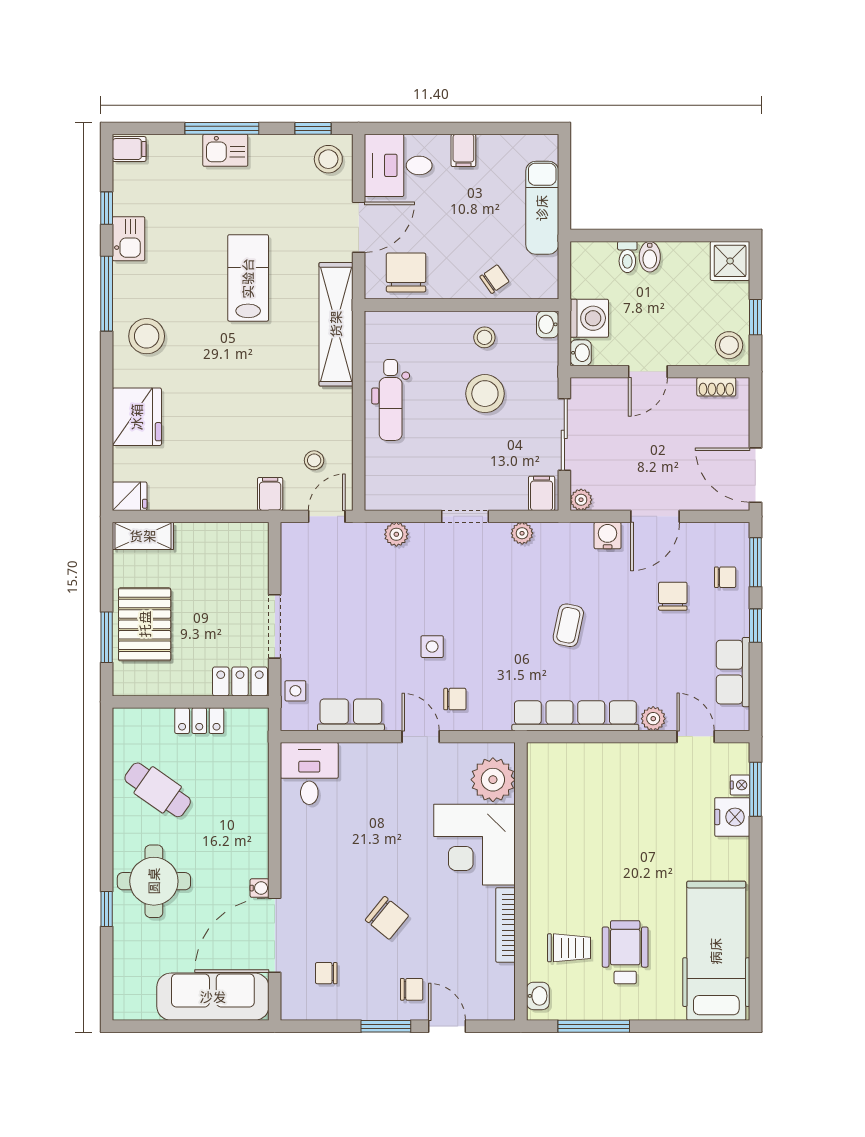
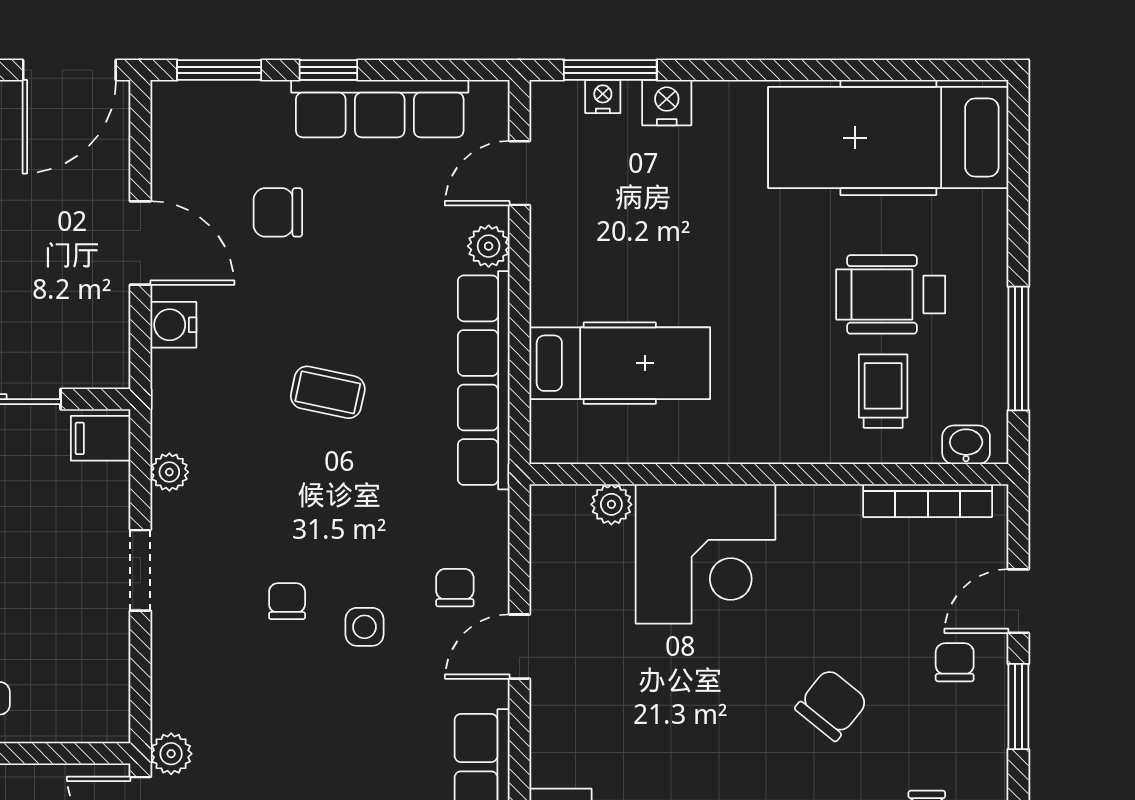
plant: (581, 500) -> (112, 370), removed
plant: (396, 534) -> (171, 754), moved
chair: (725, 577) -> (287, 601), moved
row of seats: (733, 672) -> (380, 109), width x1.48
plant: (493, 780) -> (611, 504), width x0.53, depth x0.53
hospital bed: (585, 795) -> (620, 363), added
nightstand: (732, 817) -> (667, 103), width x0.74, depth x0.75
bookcase: (505, 925) -> (928, 501), moved

